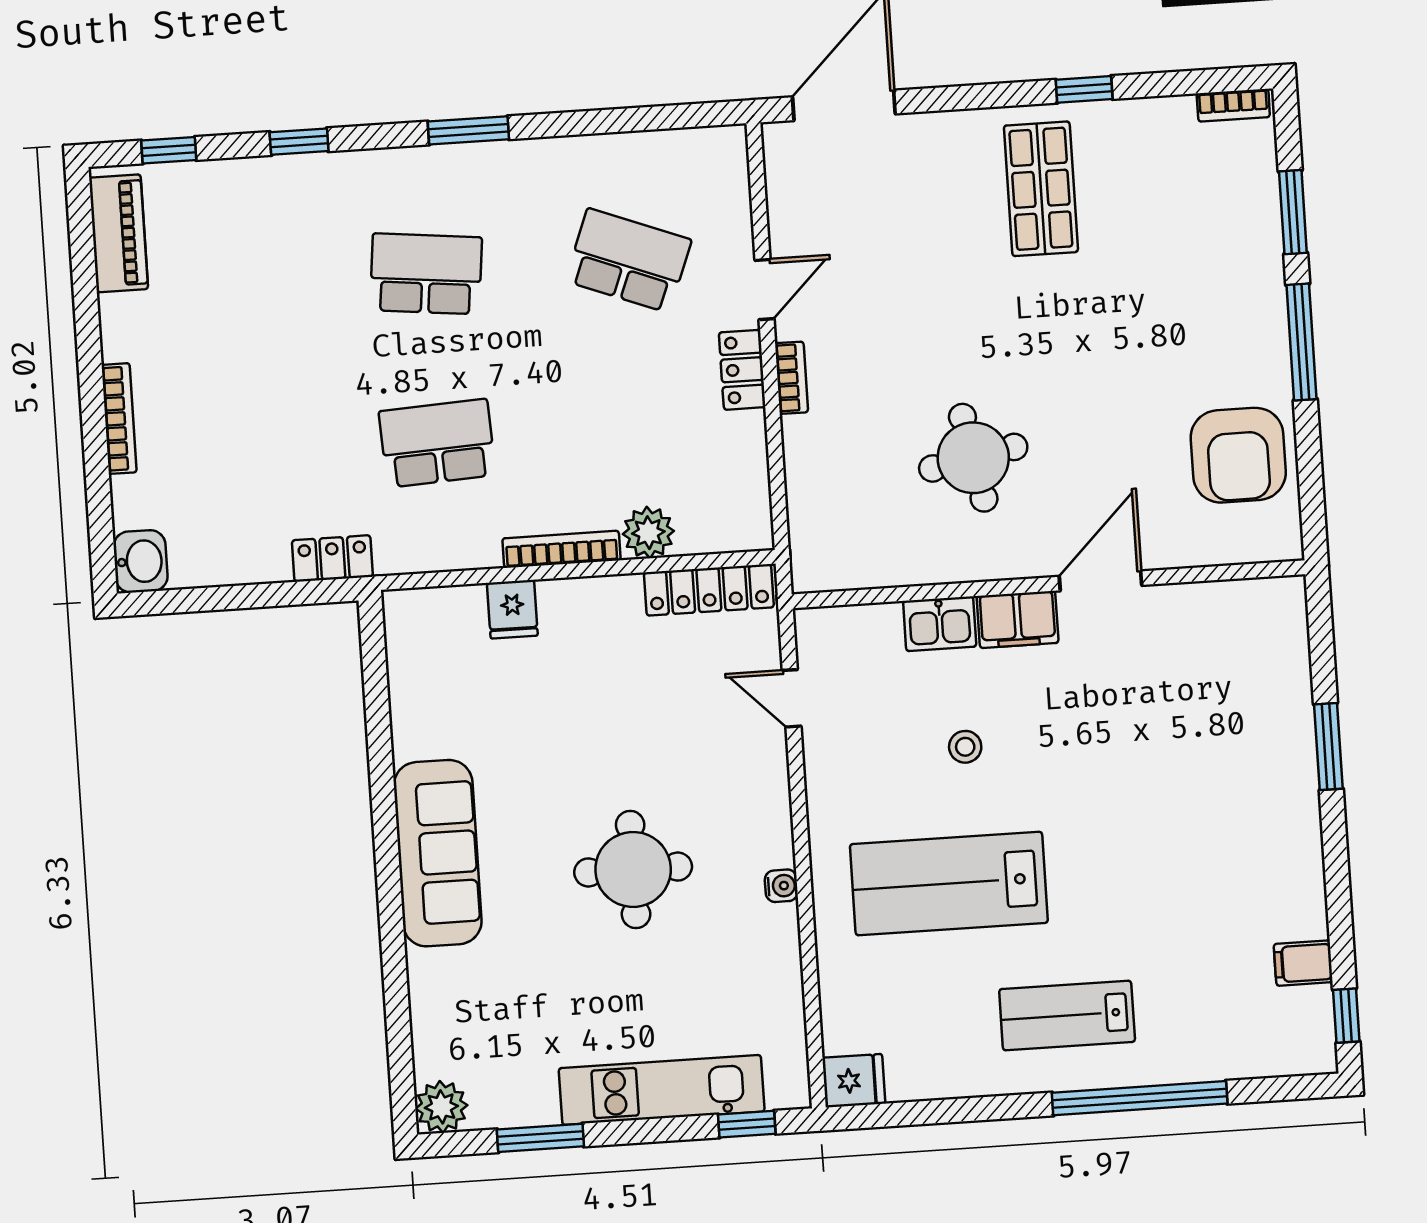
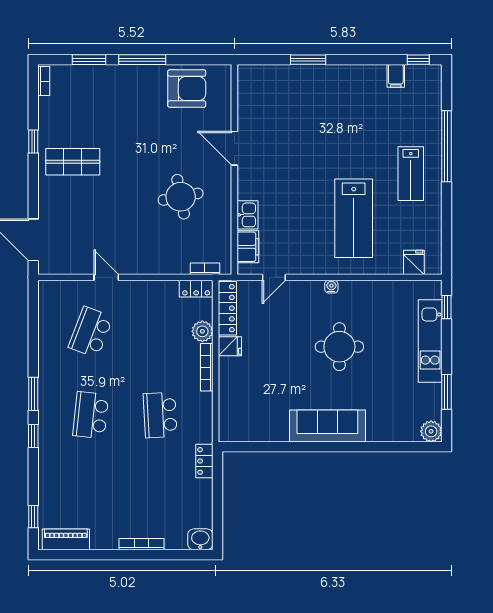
window: (299, 142) -> (33, 436), moved
locker: (742, 370) -> (196, 289), moved
bookcase: (791, 378) -> (205, 269), moved
fridge: (512, 609) -> (230, 346), moved
filing cabinet: (1018, 619) -> (248, 247), moved
stool: (965, 747) -> (298, 208), removed
water cooler: (781, 886) -> (331, 287), moved
fridge: (854, 1081) -> (414, 262), moved

